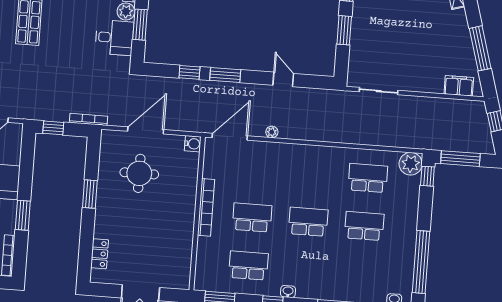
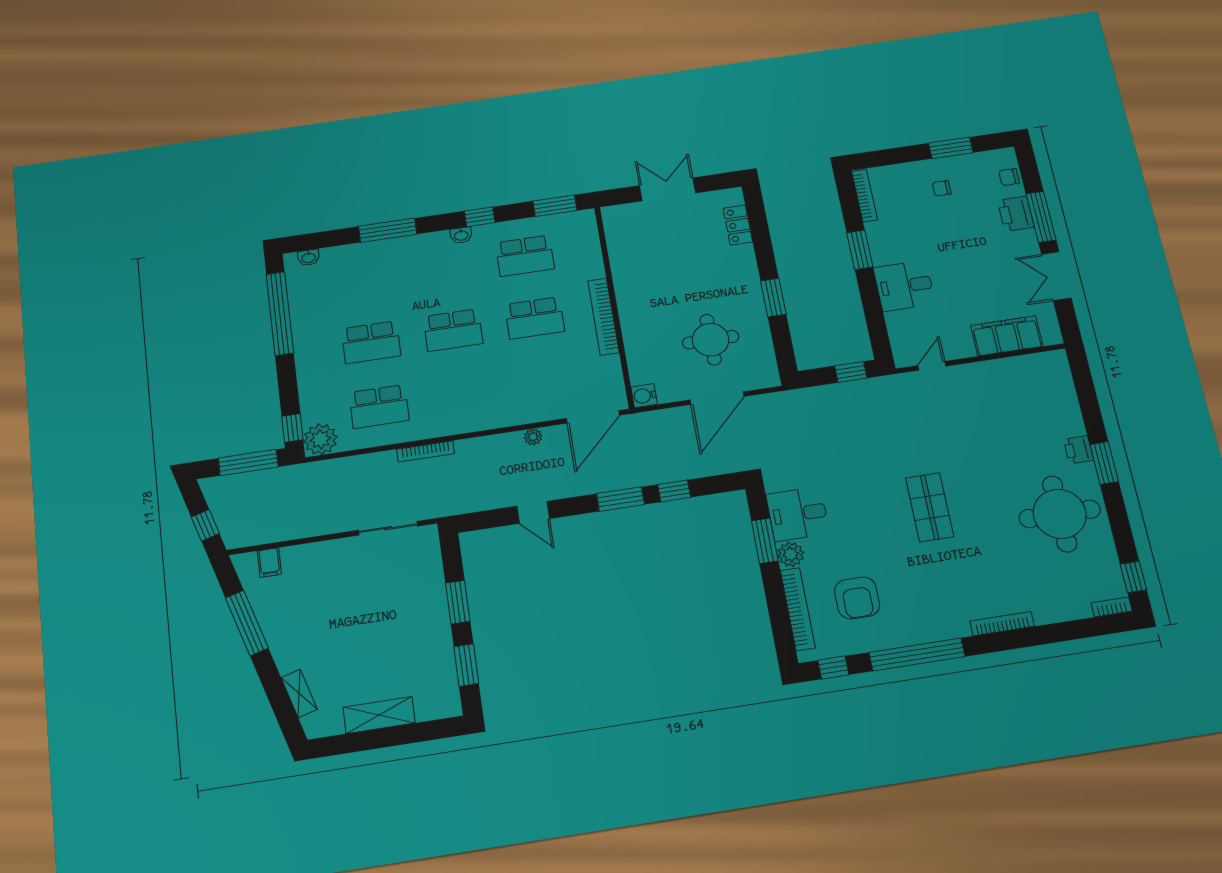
filing cabinet: (459, 86) -> (269, 562), width x0.50
bookcase: (89, 119) -> (426, 451), moved

